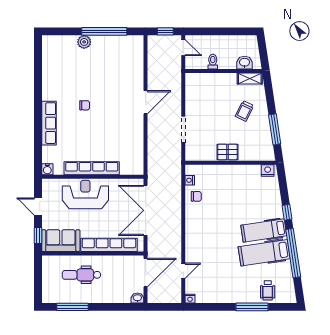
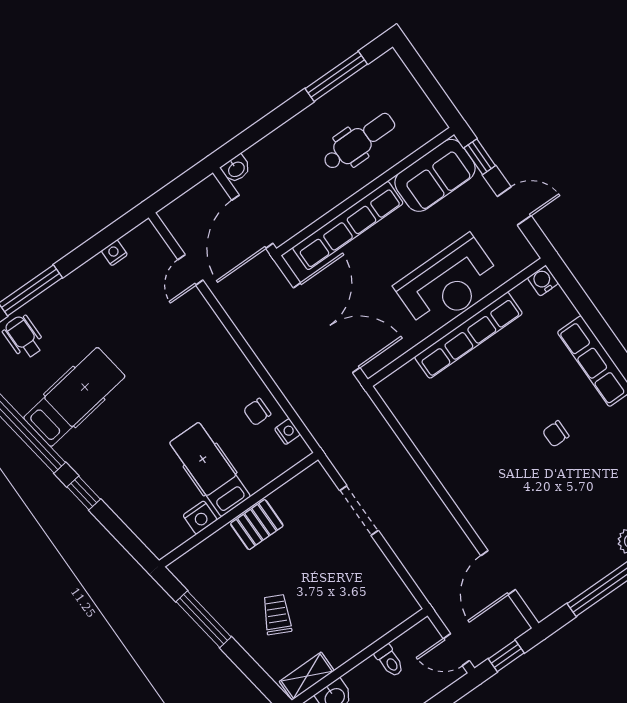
door: (146, 102) -> (498, 573), moved
nightstand: (268, 170) -> (200, 518), moved
hospital bed: (264, 230) -> (210, 470), moved, turned -81
nightstand: (190, 299) -> (114, 253), moved

